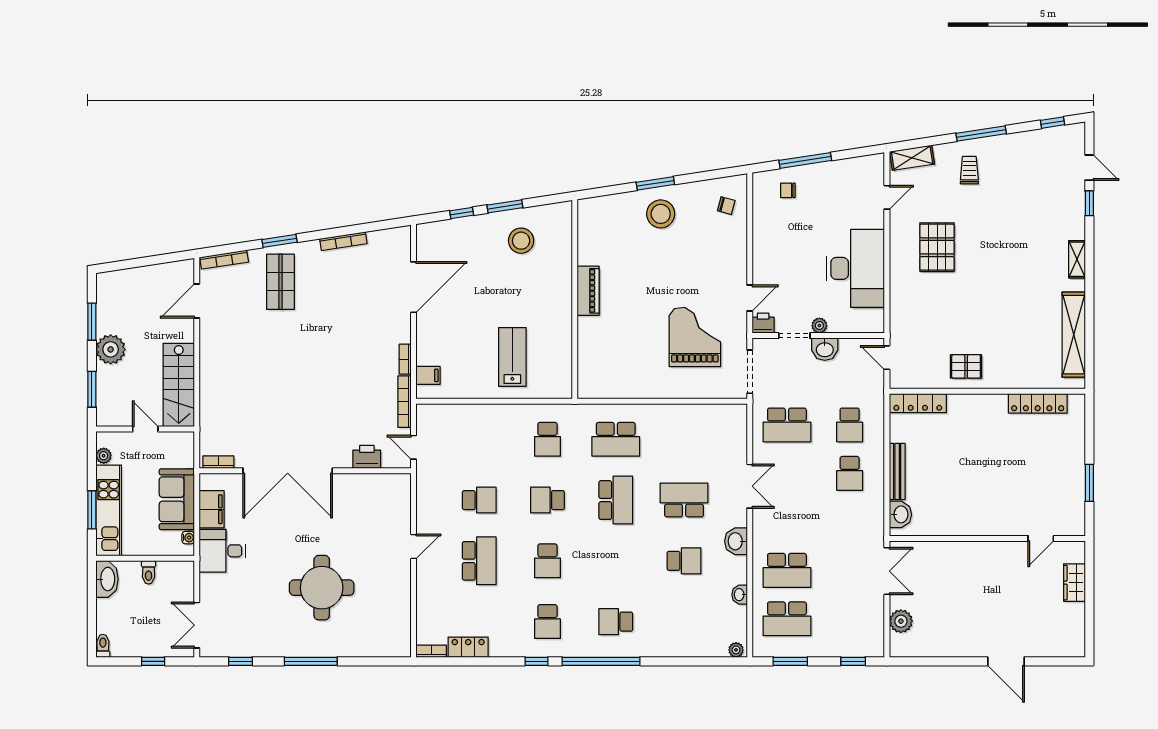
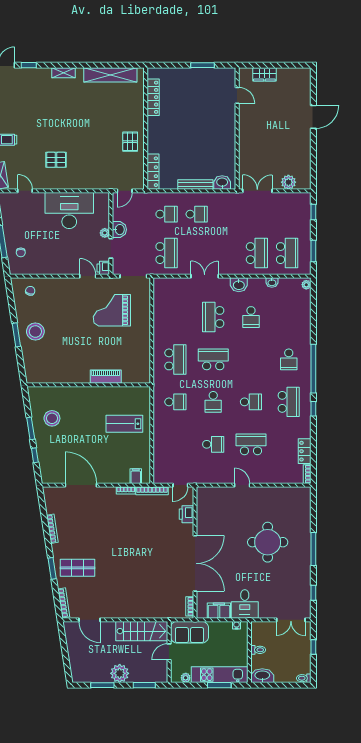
pallet: (937, 247) -> (56, 160), width x0.67, depth x0.71
piano: (588, 291) -> (106, 377), moved
sofa: (177, 499) -> (189, 632), moved
school desk: (479, 500) -> (213, 444), turned 90
school desk: (684, 561) -> (251, 317), turned 180
school desk: (547, 622) -> (289, 402), width x1.85

